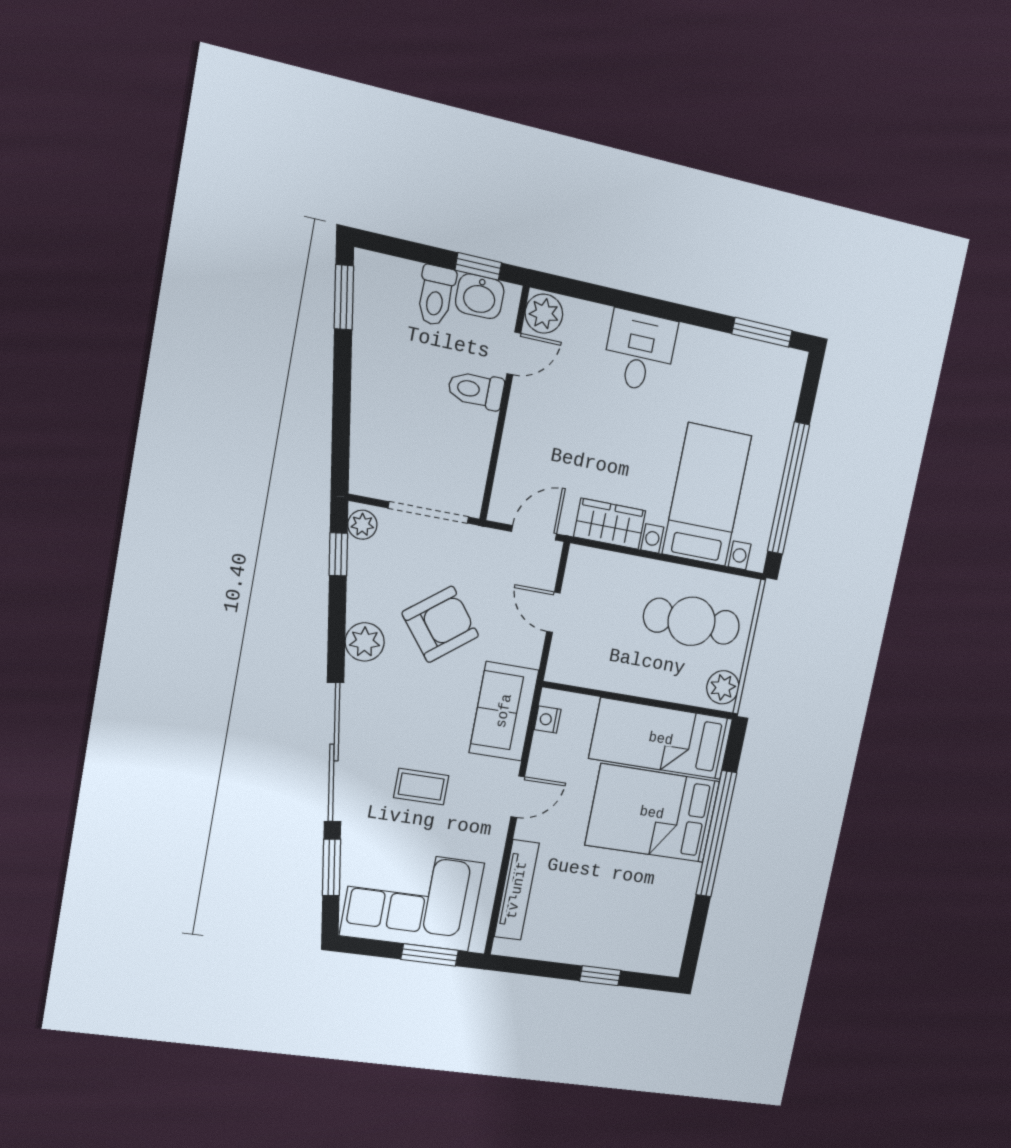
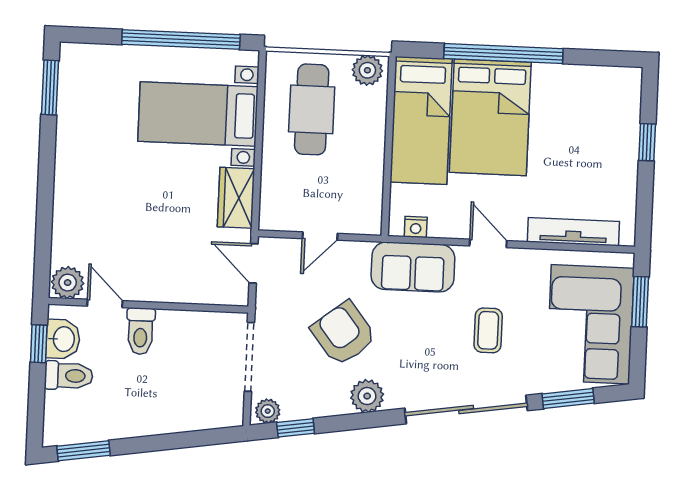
desk: (640, 351) -> (85, 195), removed

